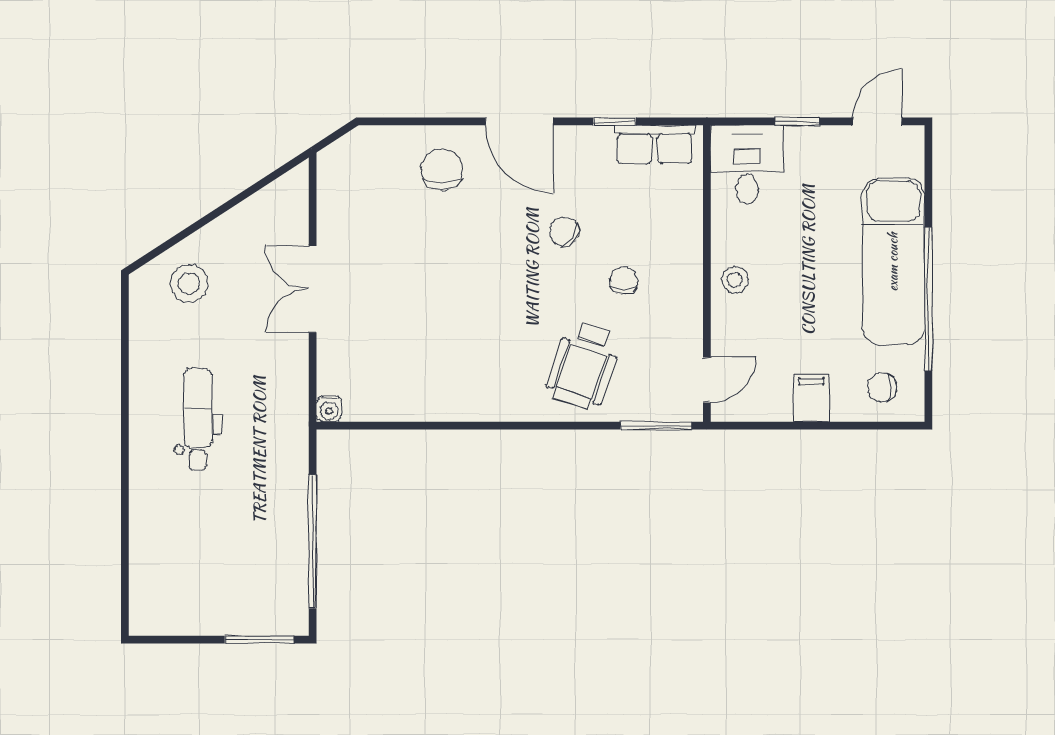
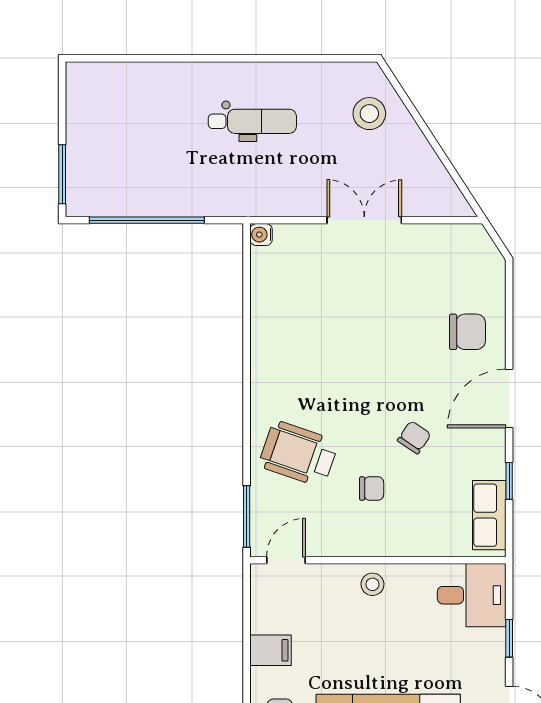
door: (707, 380) -> (286, 560), swing flipped

